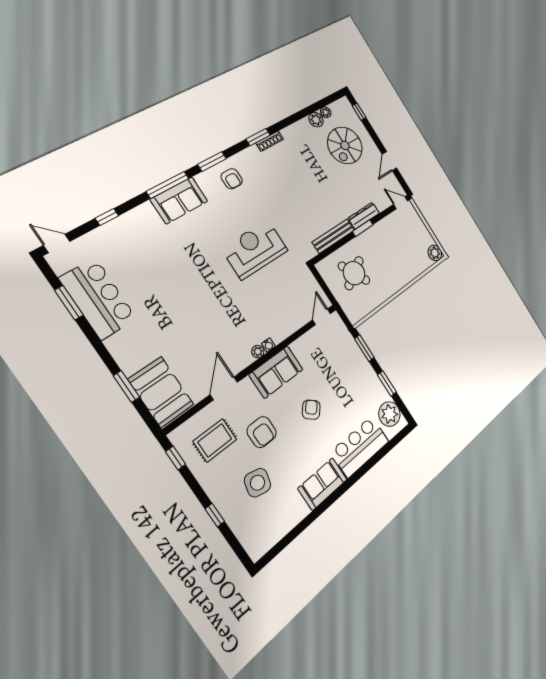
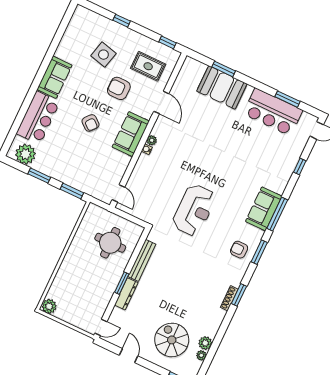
round table: (354, 273) -> (110, 243), turned 30
booth: (161, 392) -> (222, 87), moved
rug: (215, 440) -> (148, 66), turned 90

